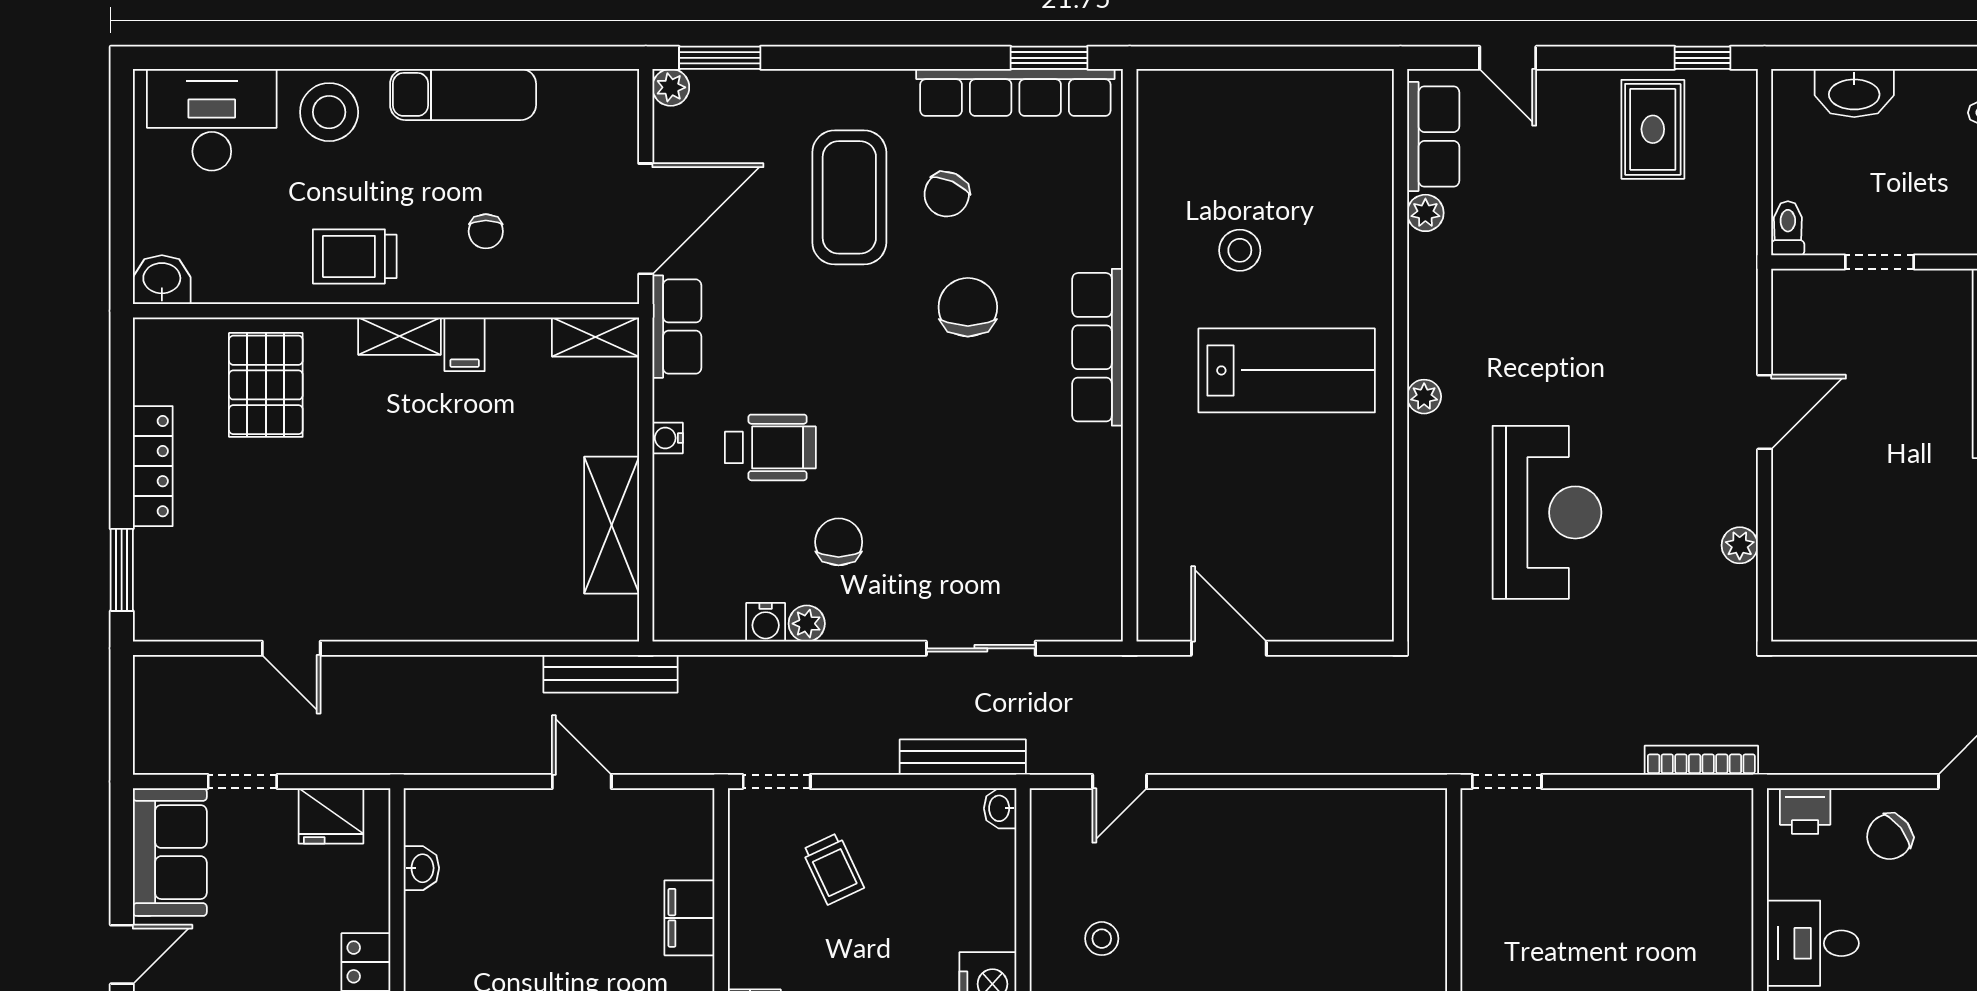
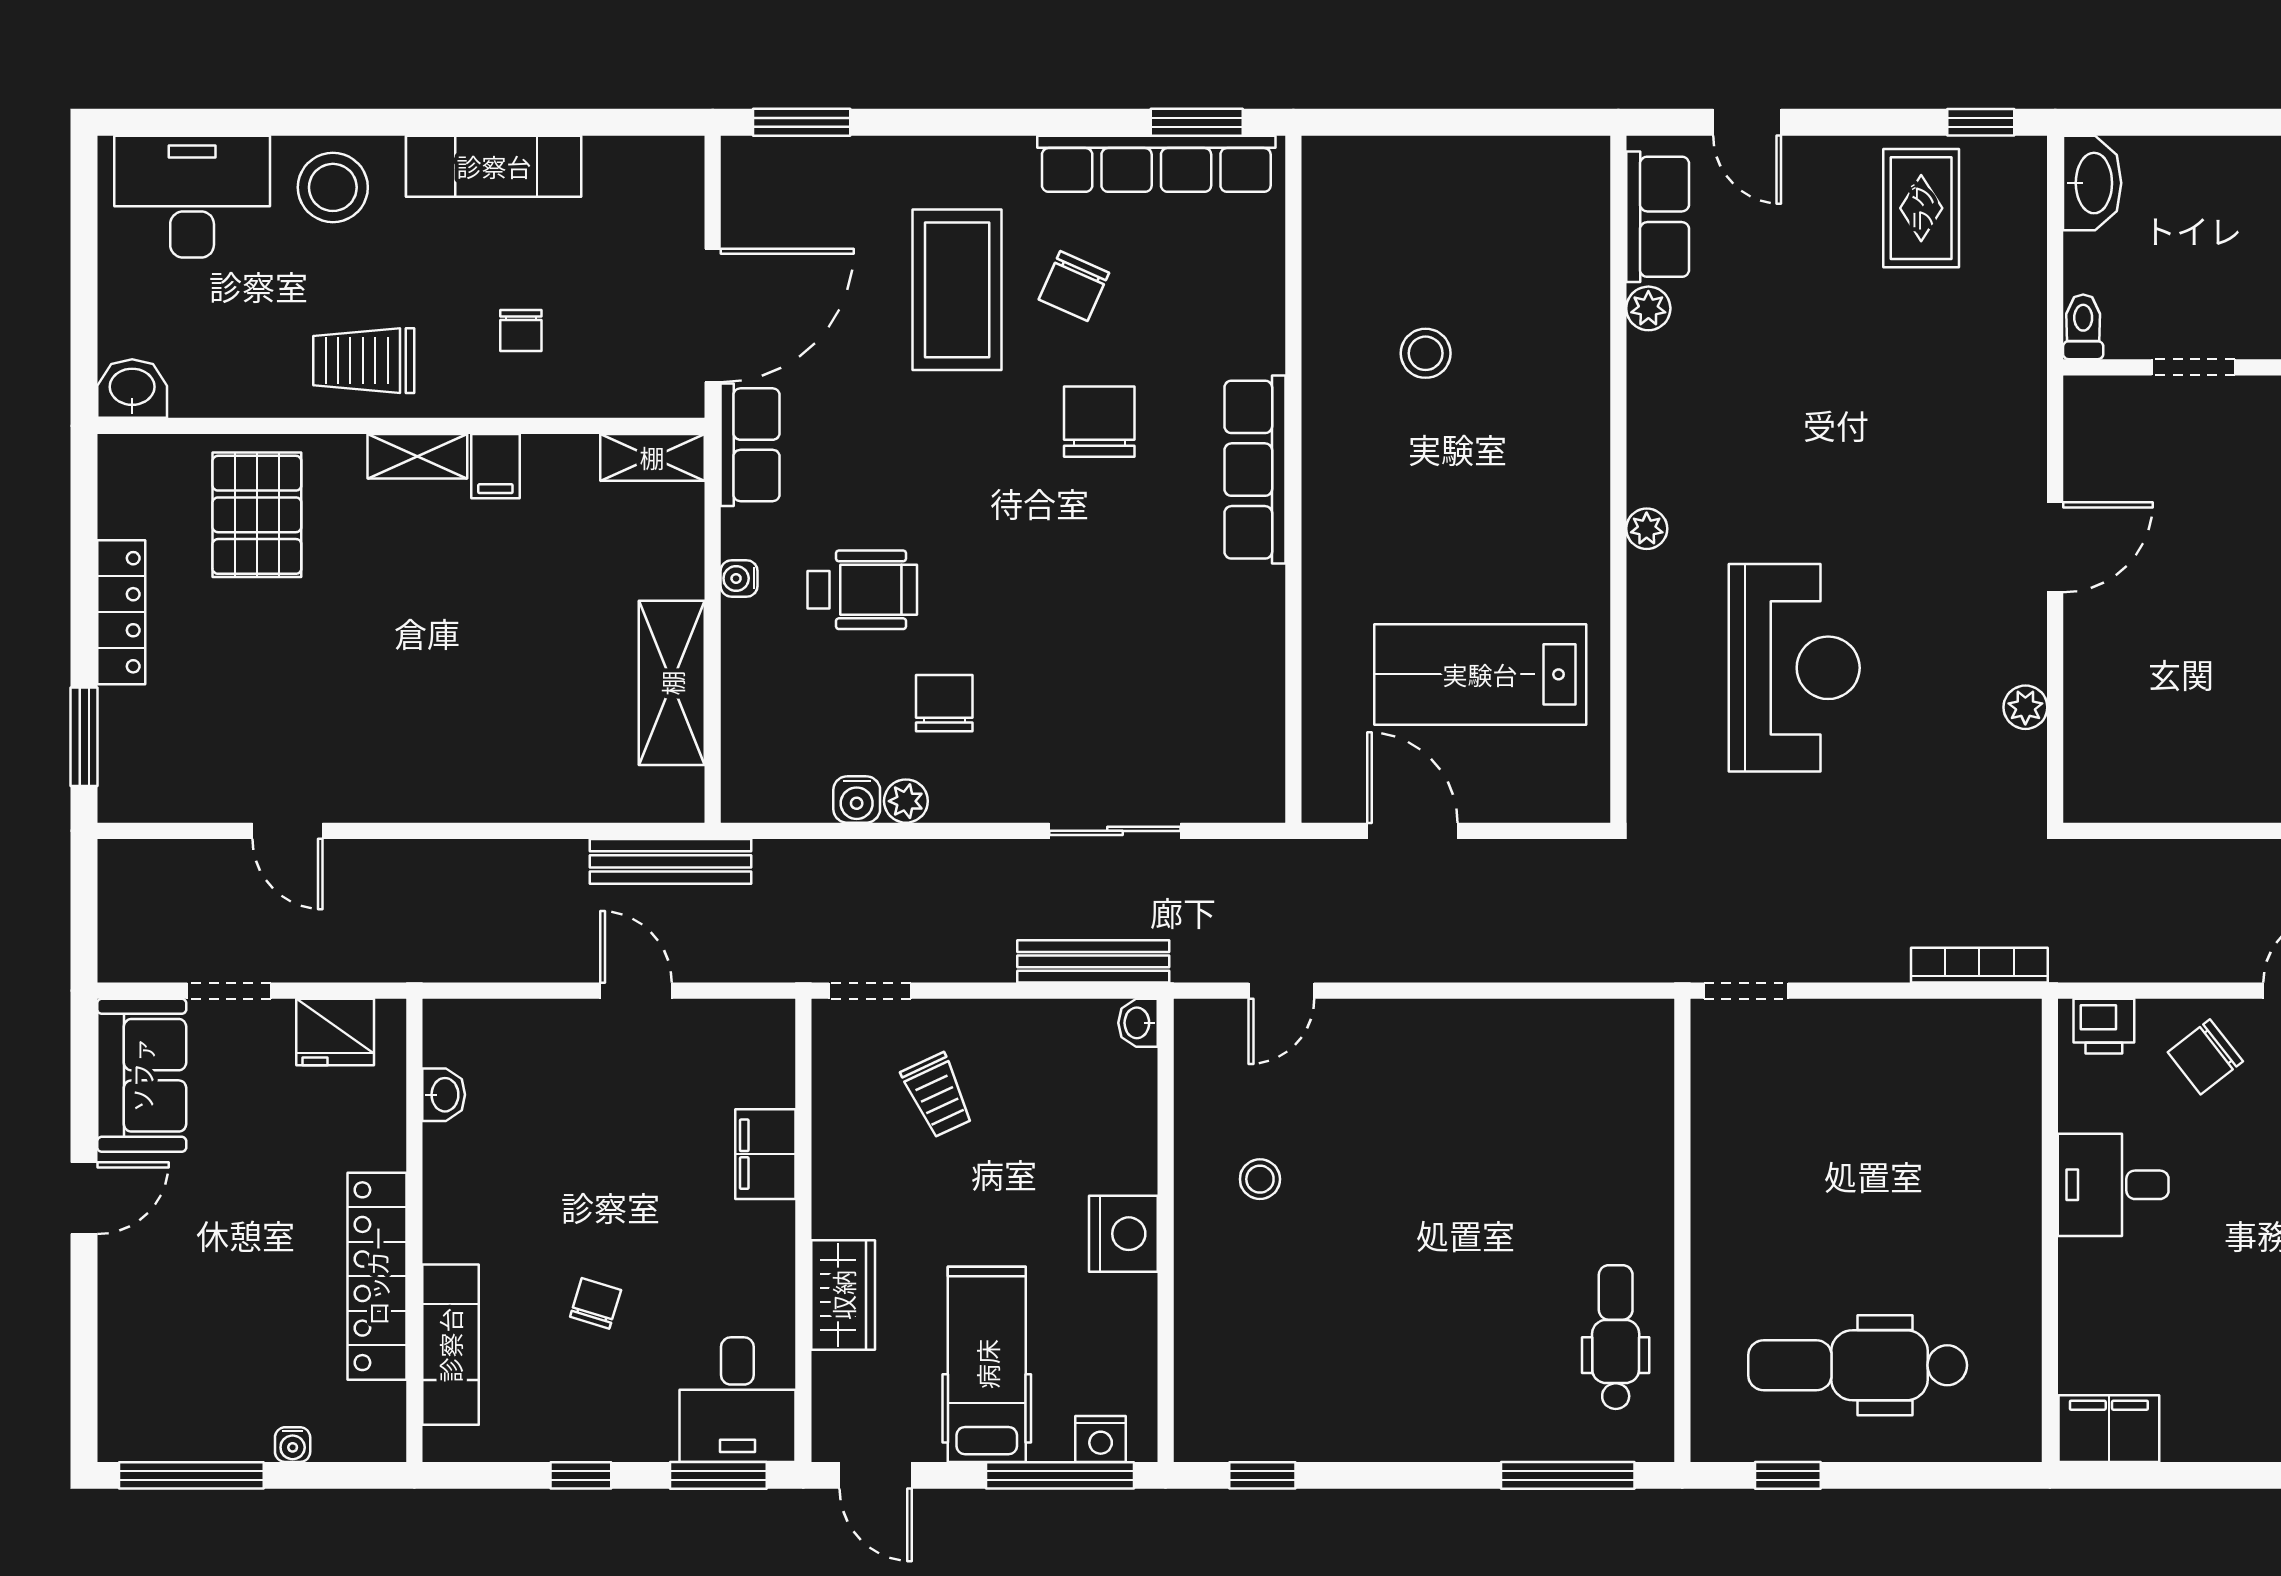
plant: (671, 87) -> (743, 158), removed
washbasin: (1854, 93) -> (2092, 183), moved, turned -90
lab bench: (1287, 370) -> (1480, 674), moved, turned 180

